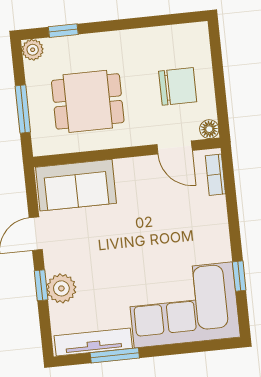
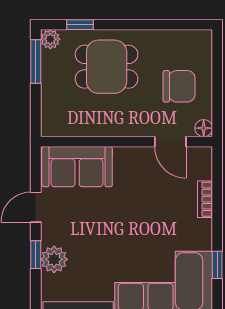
dining table: (88, 101) -> (107, 67), moved
window: (23, 109) -> (36, 62), moved
bookcase: (215, 175) -> (205, 199), moved

